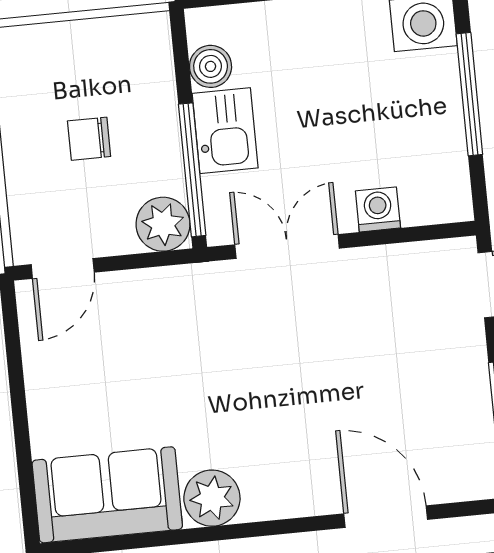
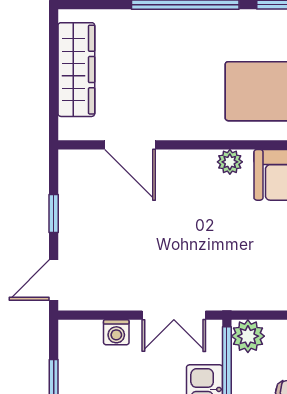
plant: (212, 498) -> (230, 162), width x0.73, depth x0.73

